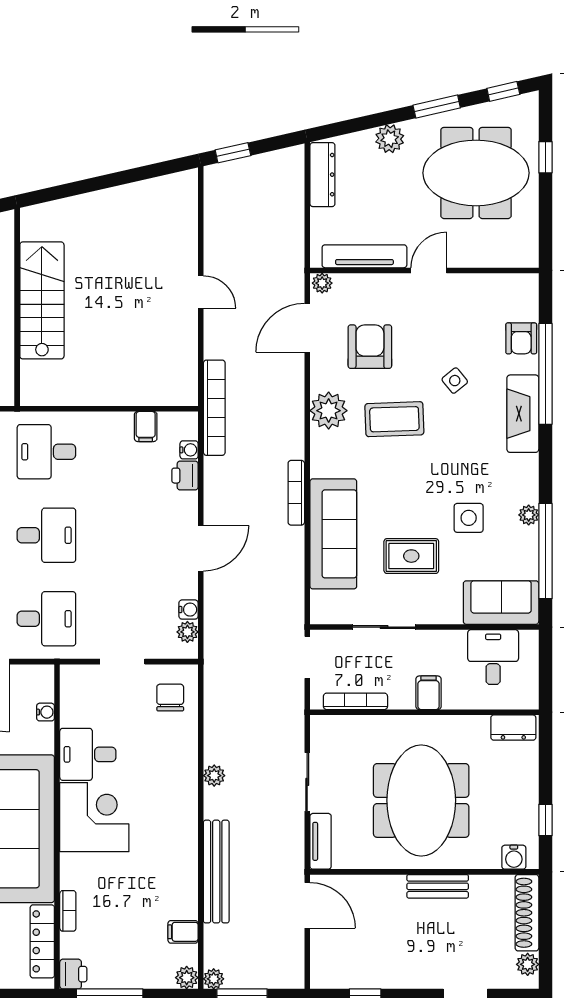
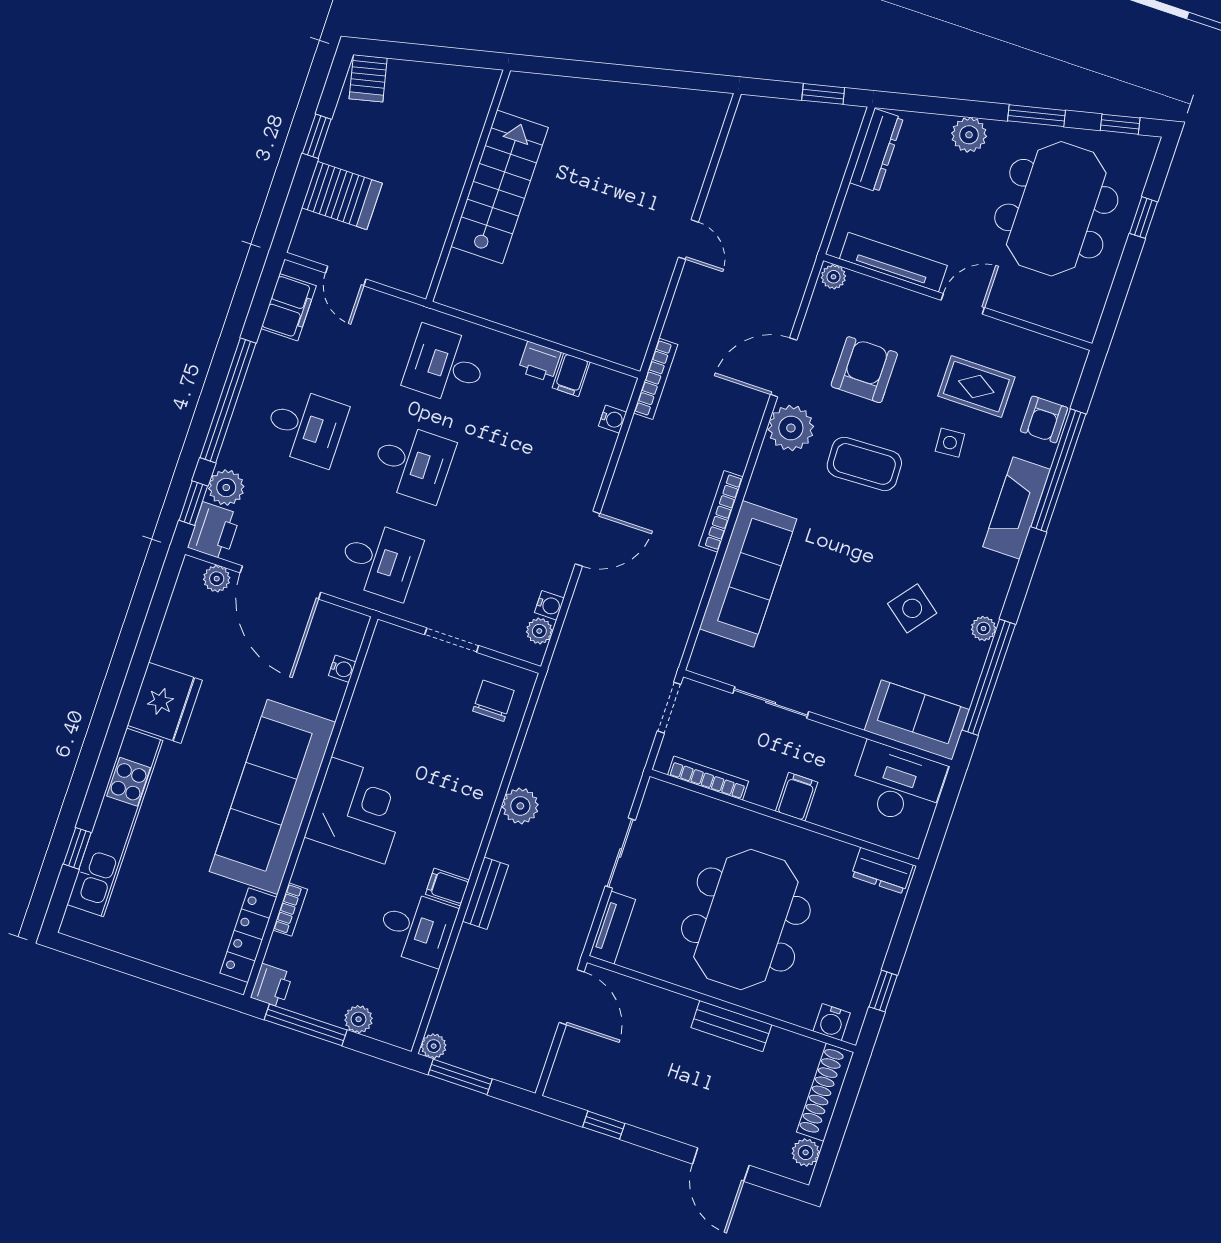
window: (233, 153) -> (823, 94), moved
meeting table: (476, 173) -> (1056, 209), turned 90
door: (307, 328) -> (784, 367), moved
side table: (455, 381) -> (950, 443), turned 35
bookcase: (214, 408) -> (656, 379), width x0.68, depth x0.76
printer: (185, 476) -> (539, 362), moved, turned -90
side table: (469, 518) -> (912, 608), turned 38
rug: (411, 556) -> (976, 387), moved
desk: (493, 657) -> (897, 784), width x1.37
desk: (88, 754) -> (417, 928), moved, turned 180
plant: (214, 776) -> (520, 806), width x1.38, depth x1.38
bench: (216, 872) -> (485, 893), width x0.54, depth x0.82
filing cabinet: (183, 932) -> (447, 887), moved
plant: (187, 978) -> (359, 1019), moved

